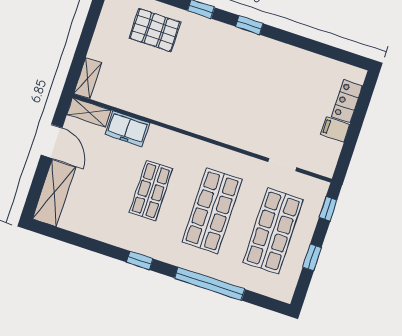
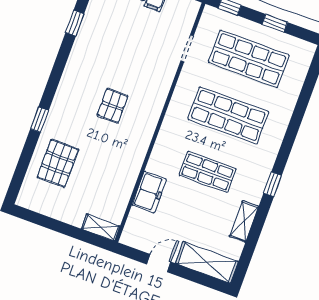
window: (249, 25) -> (75, 23), moved
pallet: (218, 87) -> (112, 106), added
shelving: (89, 112) -> (244, 221), moved
door: (52, 141) -> (159, 263), width x0.73
window: (210, 284) -> (296, 120), removed

